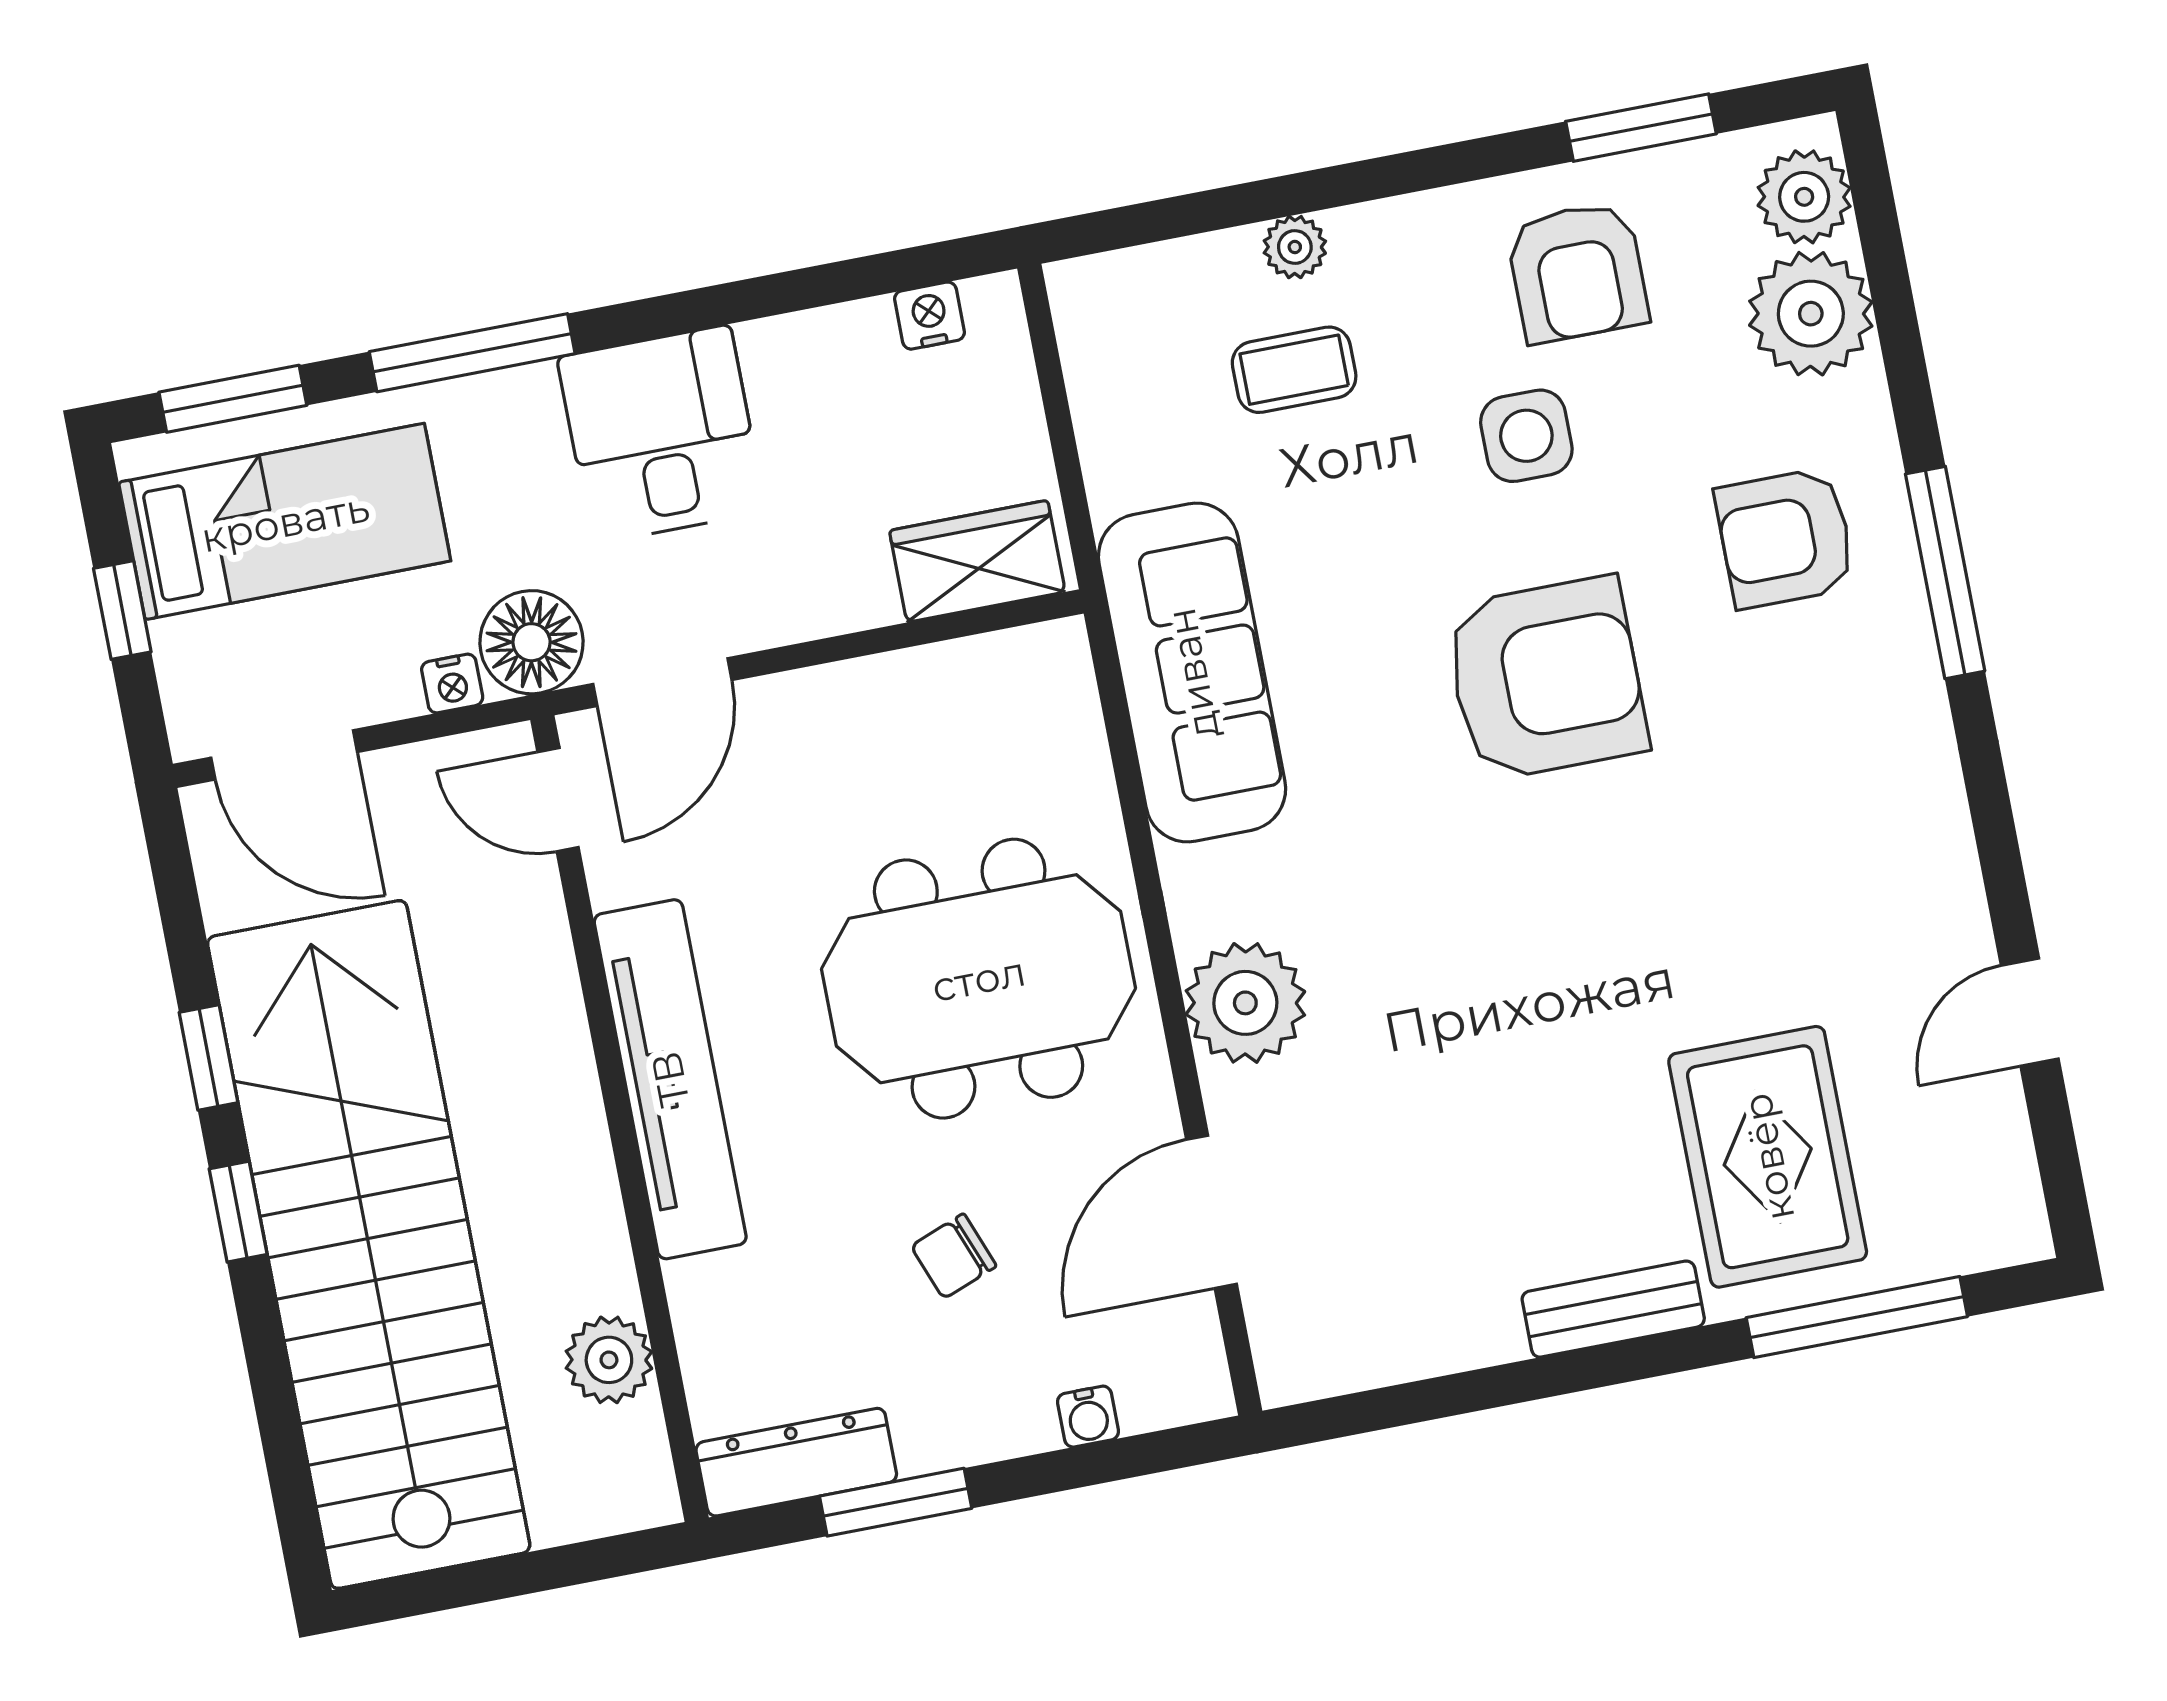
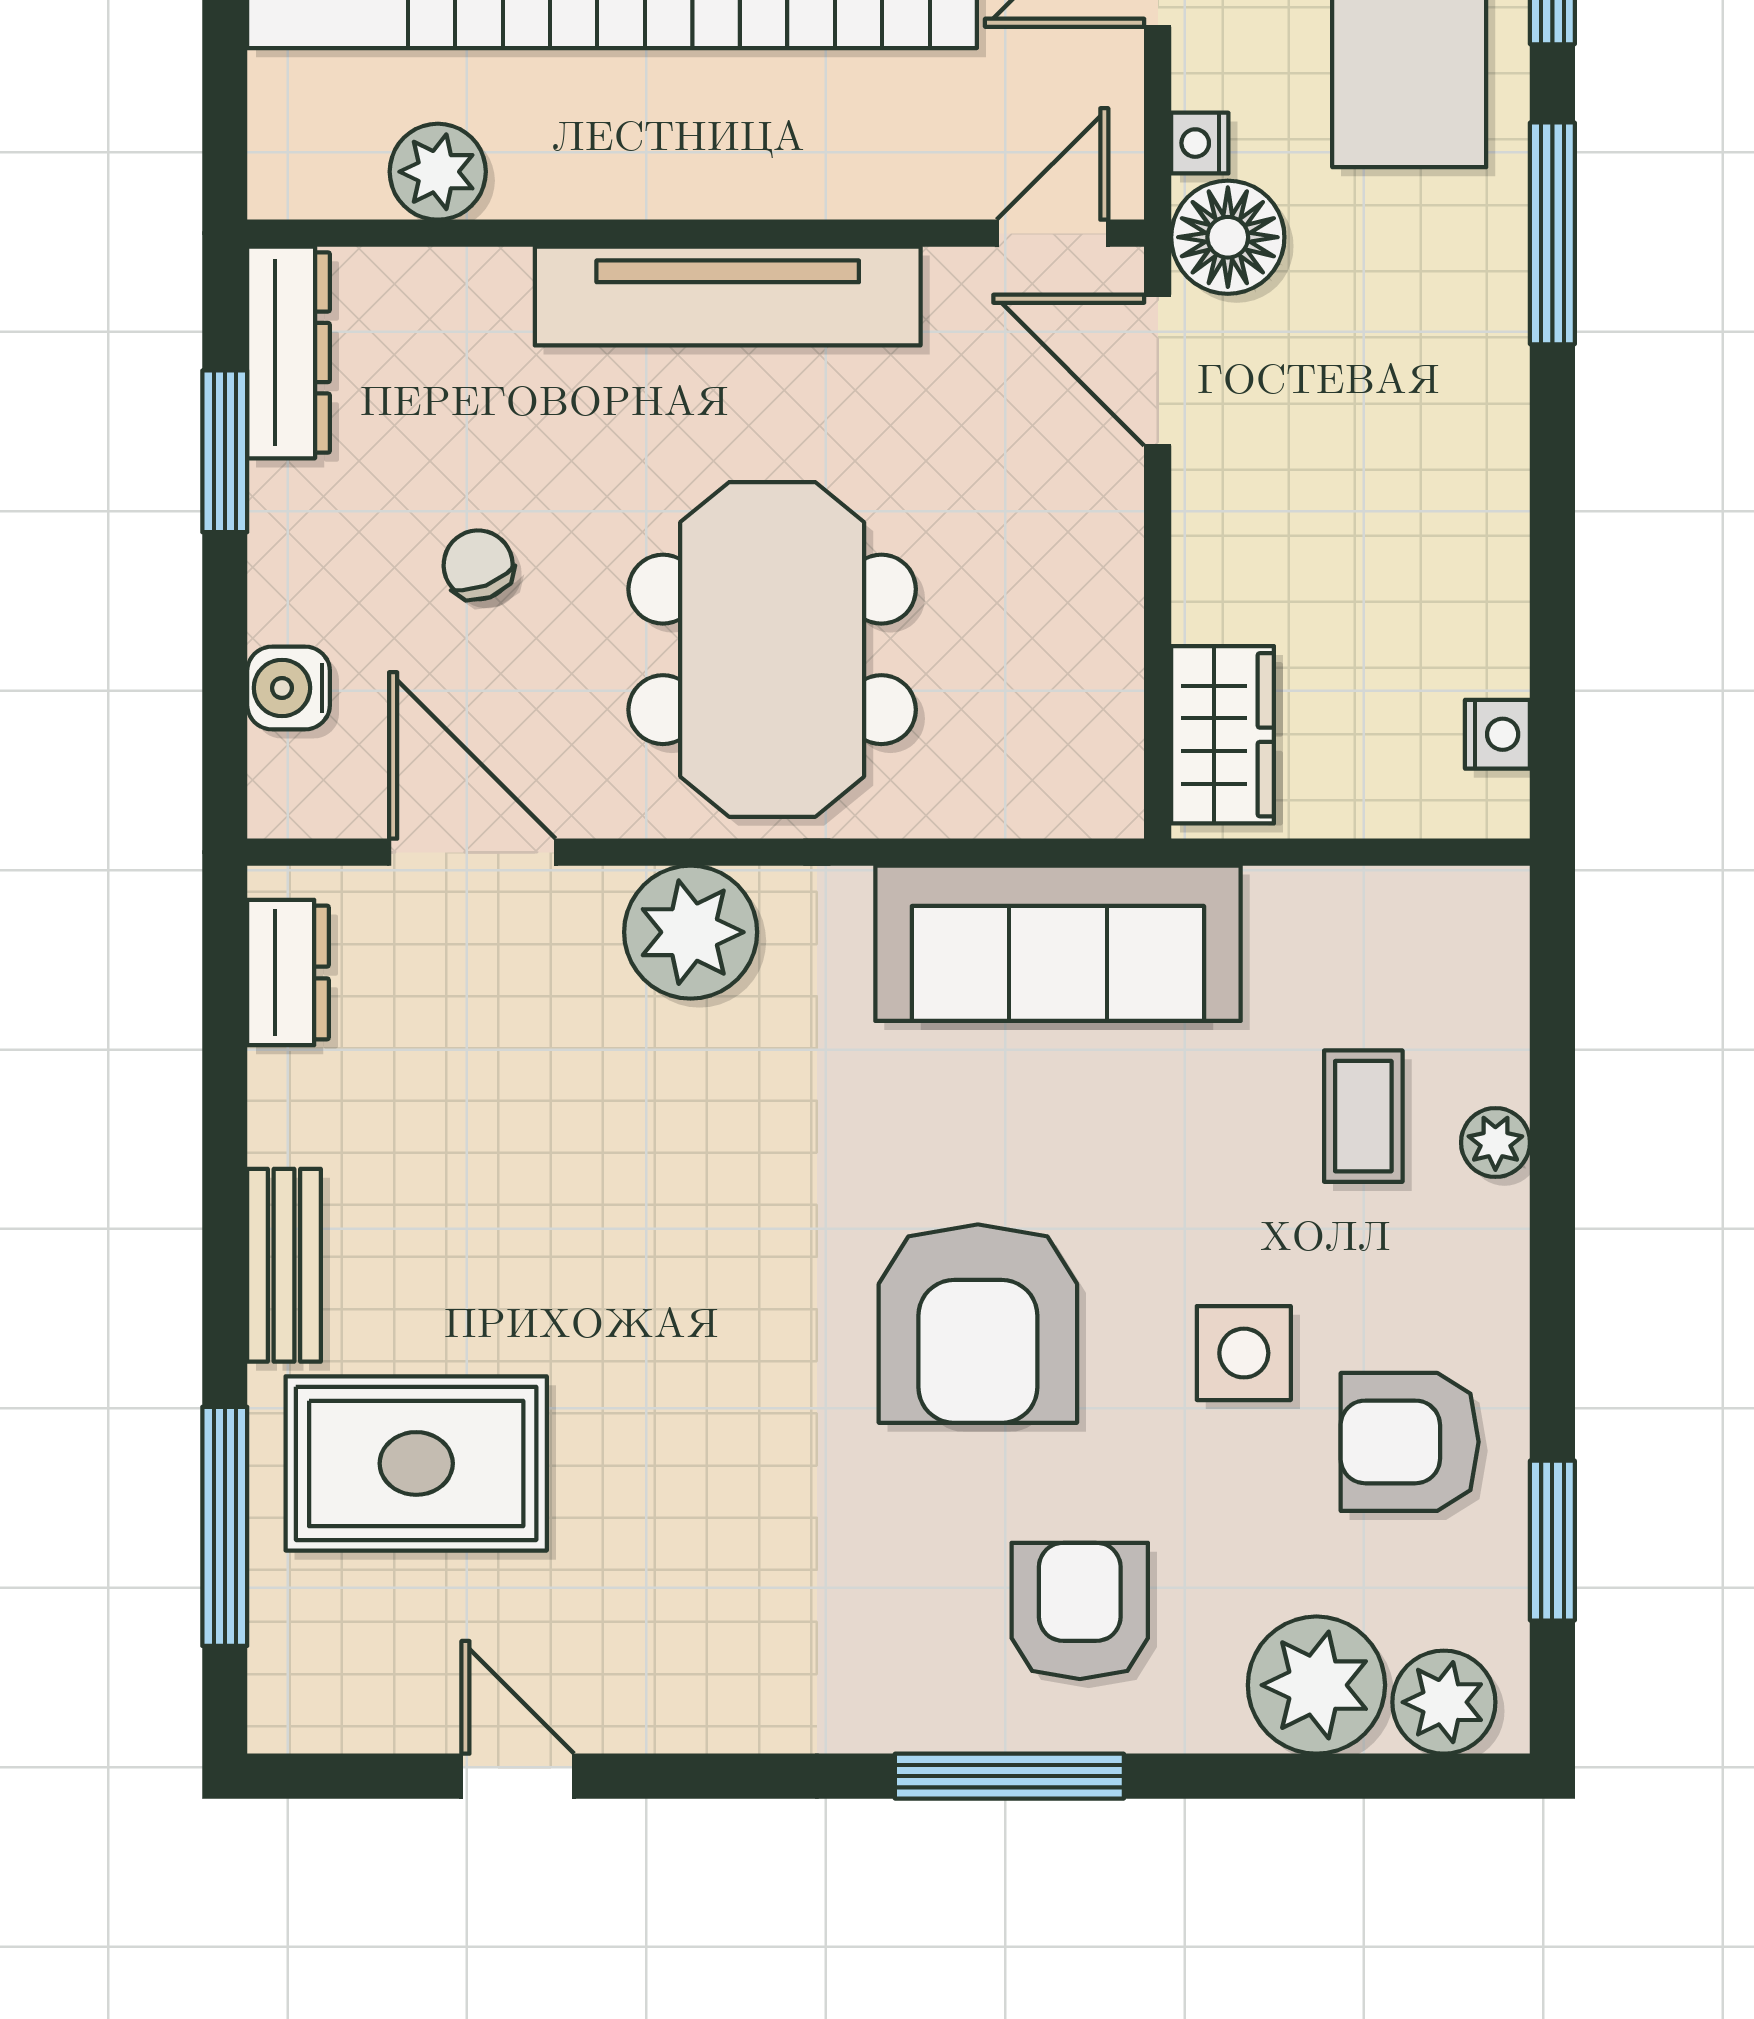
desk: (661, 434) -> (1425, 420), removed
dresser: (1351, 1356) -> (288, 972), added
water cooler: (1088, 1417) -> (289, 688), width x1.38, depth x1.38

